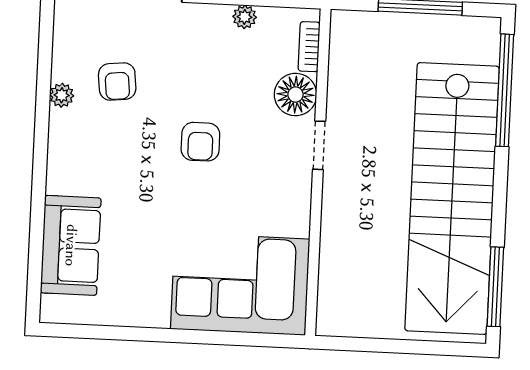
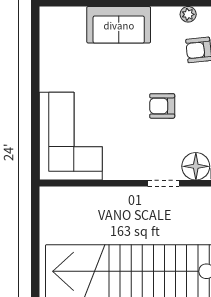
sofa: (71, 245) -> (119, 25), moved

